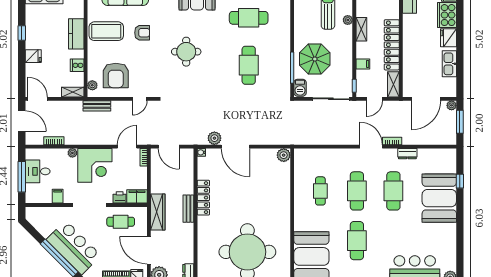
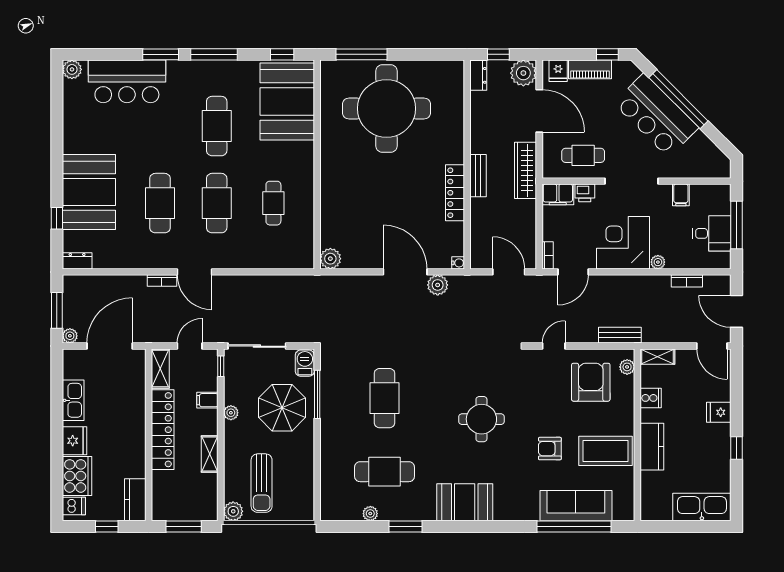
plant: (348, 20) -> (231, 413), moved
dresser: (407, 154) -> (77, 261), moved

